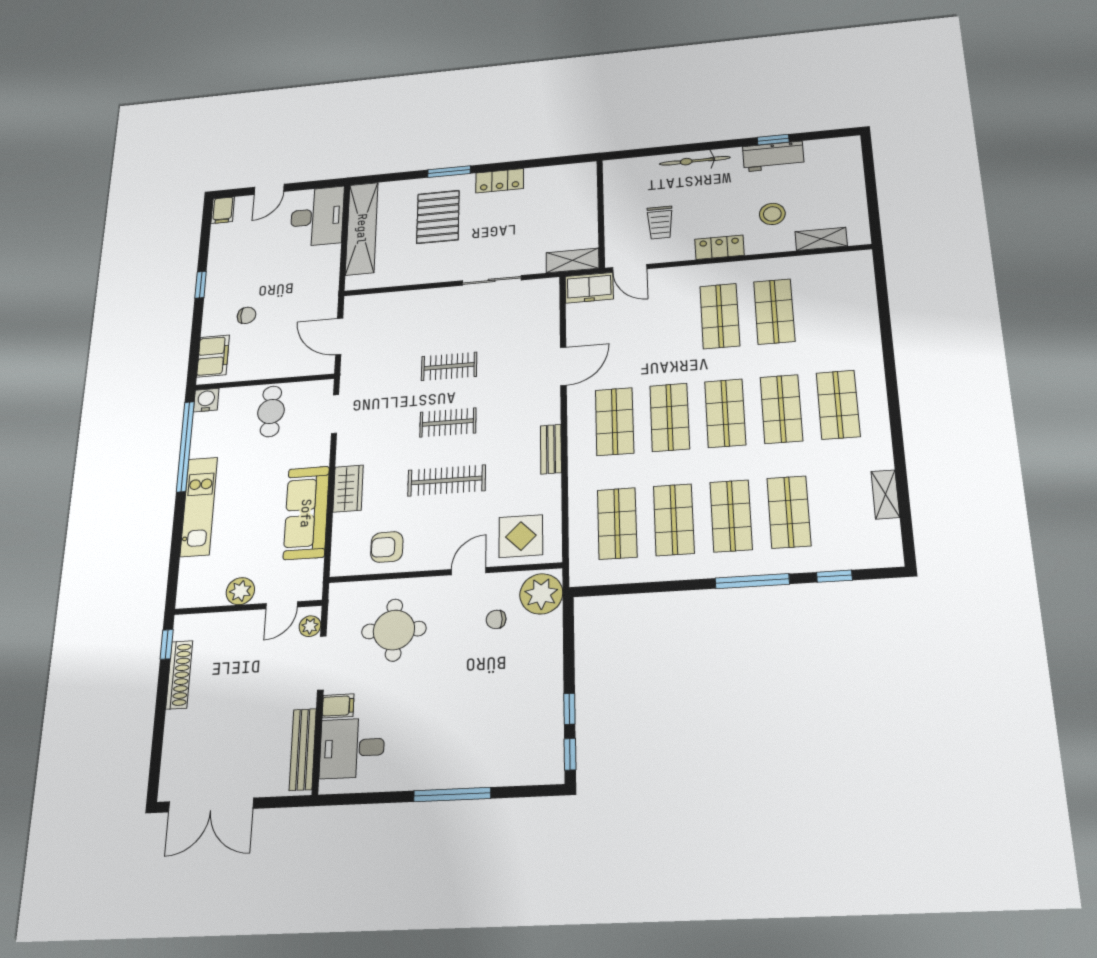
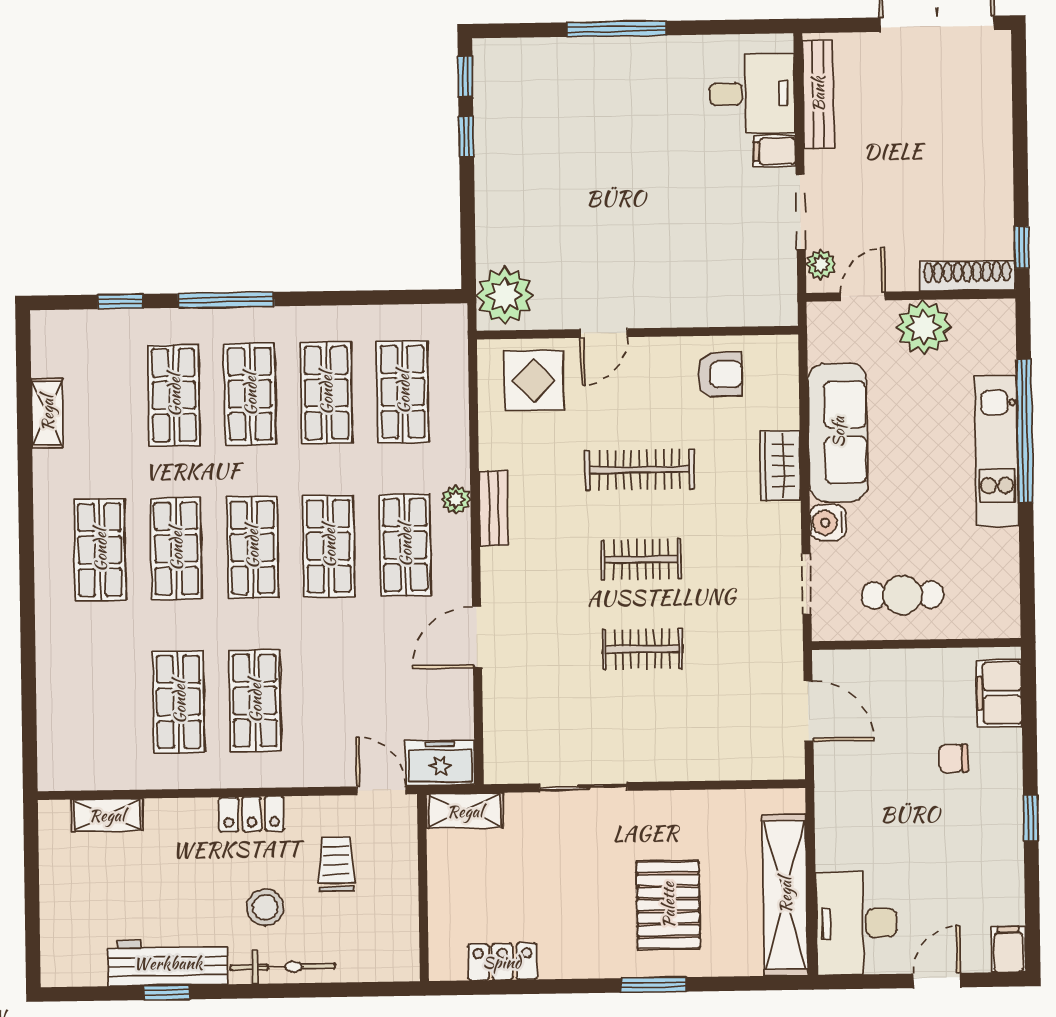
workbench: (773, 156) -> (168, 963), width x1.38
locker: (500, 181) -> (502, 962), moved
stool: (772, 214) -> (265, 907), moved
water cooler: (206, 400) -> (828, 523), moved, turned 90
cafe table: (271, 411) -> (902, 595), turned 90
window: (185, 446) -> (1025, 431), moved
plant: (578, 453) -> (456, 500), added
plant: (240, 591) -> (924, 327), width x1.36, depth x1.36
chair: (496, 619) -> (565, 262), removed
round table: (394, 630) -> (704, 254), removed
shoe rack: (179, 675) -> (967, 276), moved, turned 90

